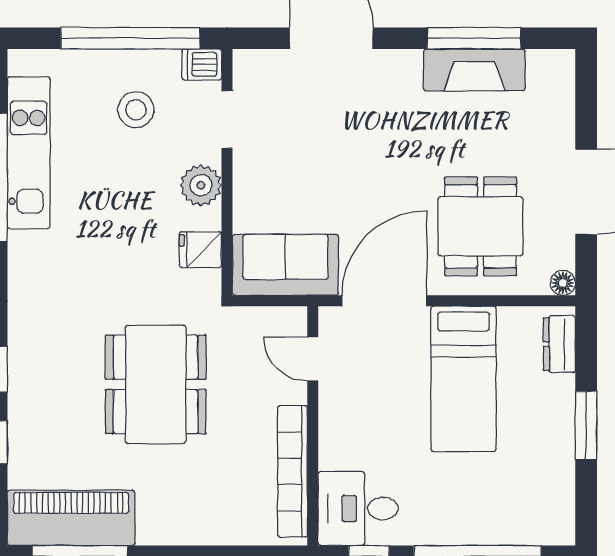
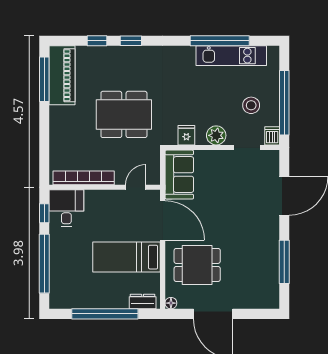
fireplace: (474, 70) -> (270, 262), removed
window: (586, 425) -> (105, 314), width x2.11

